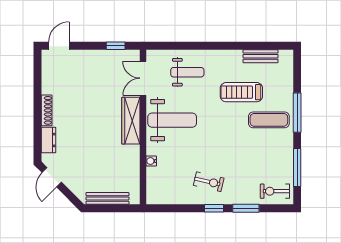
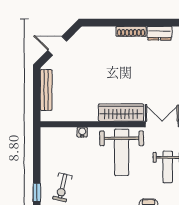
dresser: (48, 140) -> (159, 33), moved
door: (52, 177) -> (57, 46), moved

